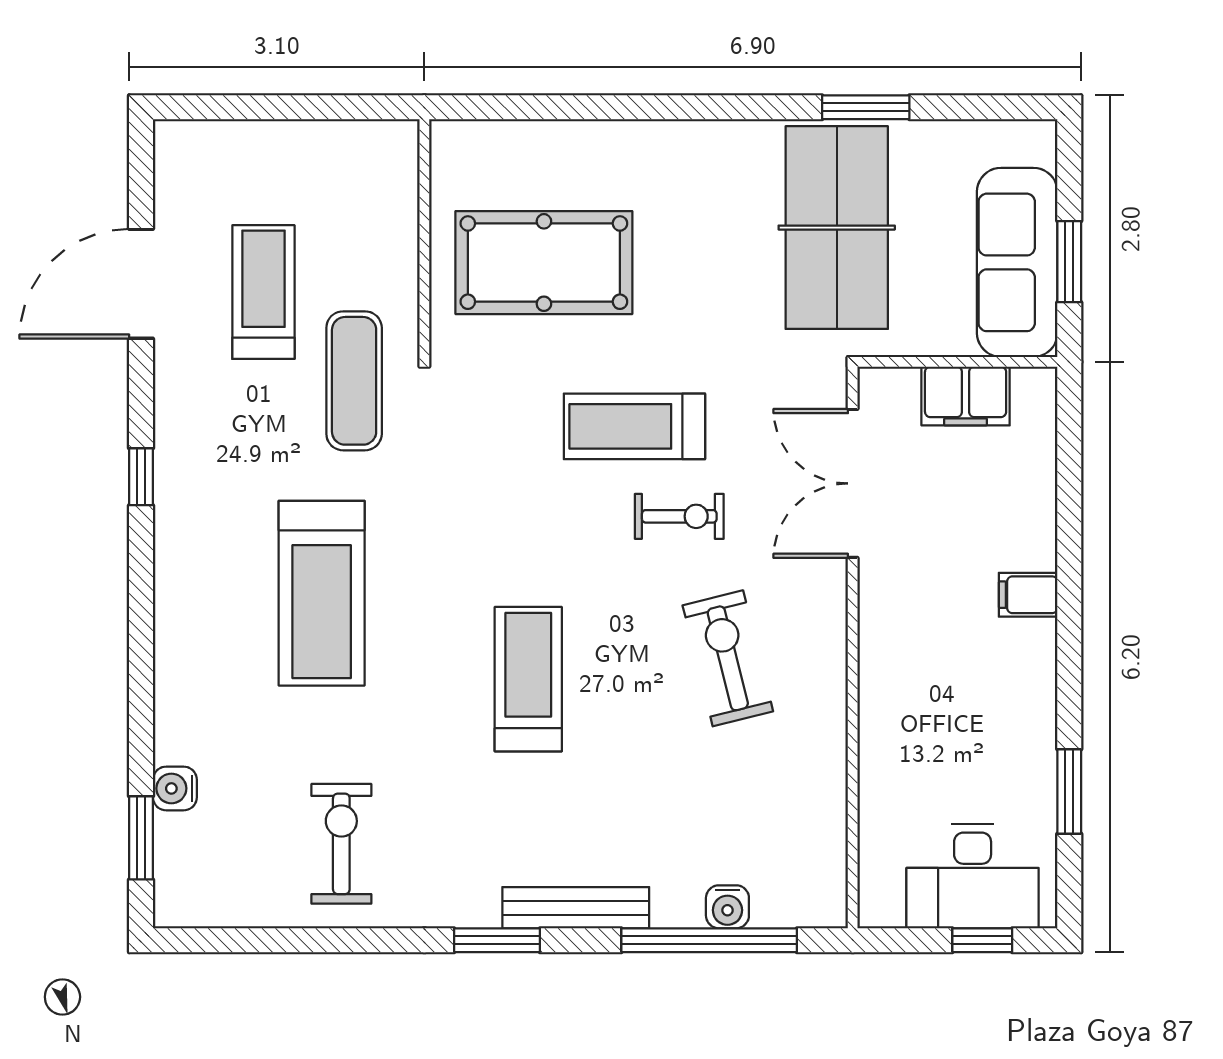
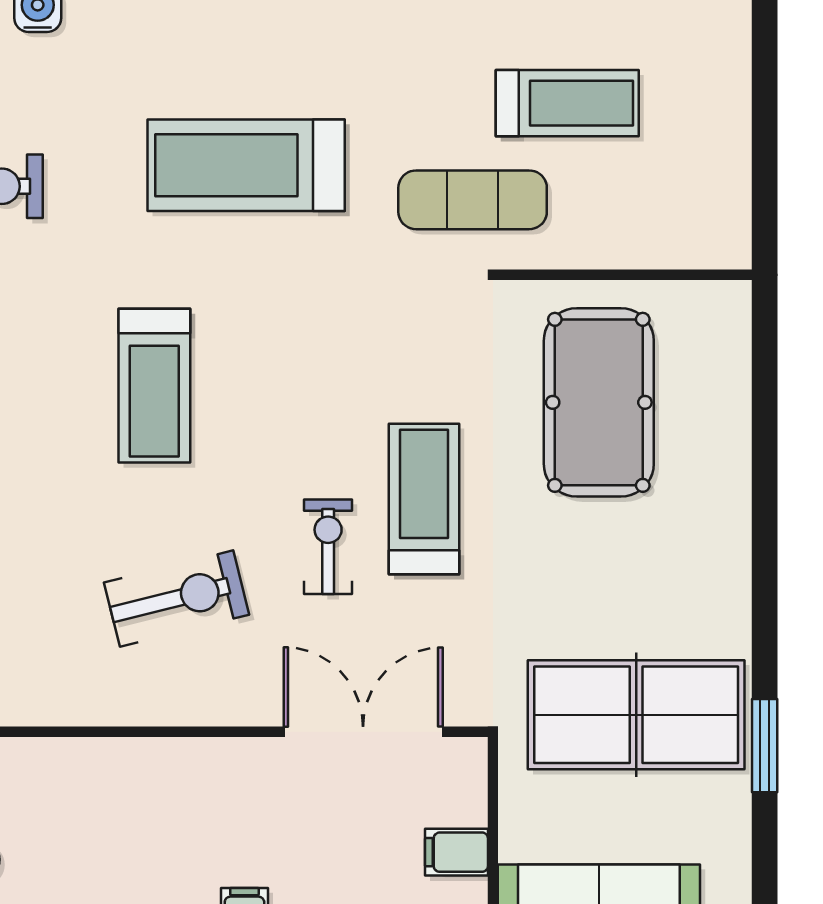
filing cabinet: (966, 396) -> (456, 852), width x0.50
exercise bike: (679, 516) -> (328, 547), turned 180
treadmill: (528, 679) -> (154, 386), turned 90

